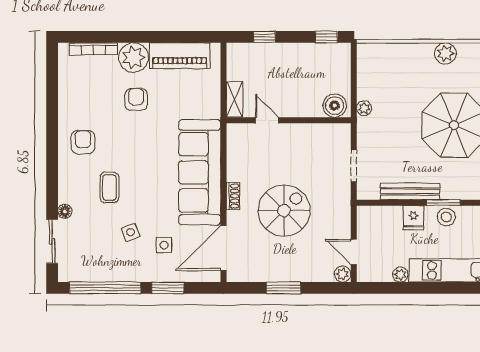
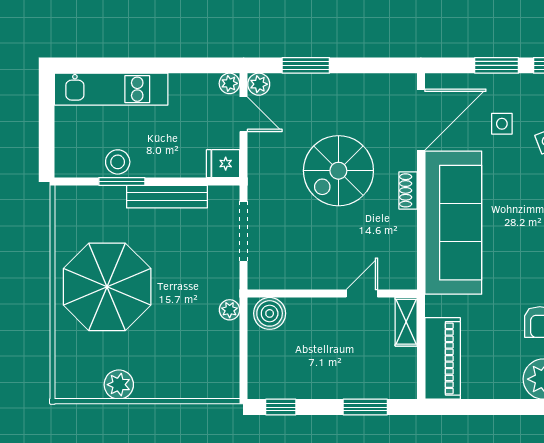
window: (264, 37) -> (365, 407), width x1.50
piano: (180, 56) -> (443, 358), moved, turned 90
door: (267, 120) -> (362, 294), swing flipped
doorway: (354, 166) -> (244, 231), width x1.38
fridge: (413, 218) -> (223, 164), moved, turned -90
plant: (400, 275) -> (229, 83), moved
window: (284, 288) -> (306, 65), moved

